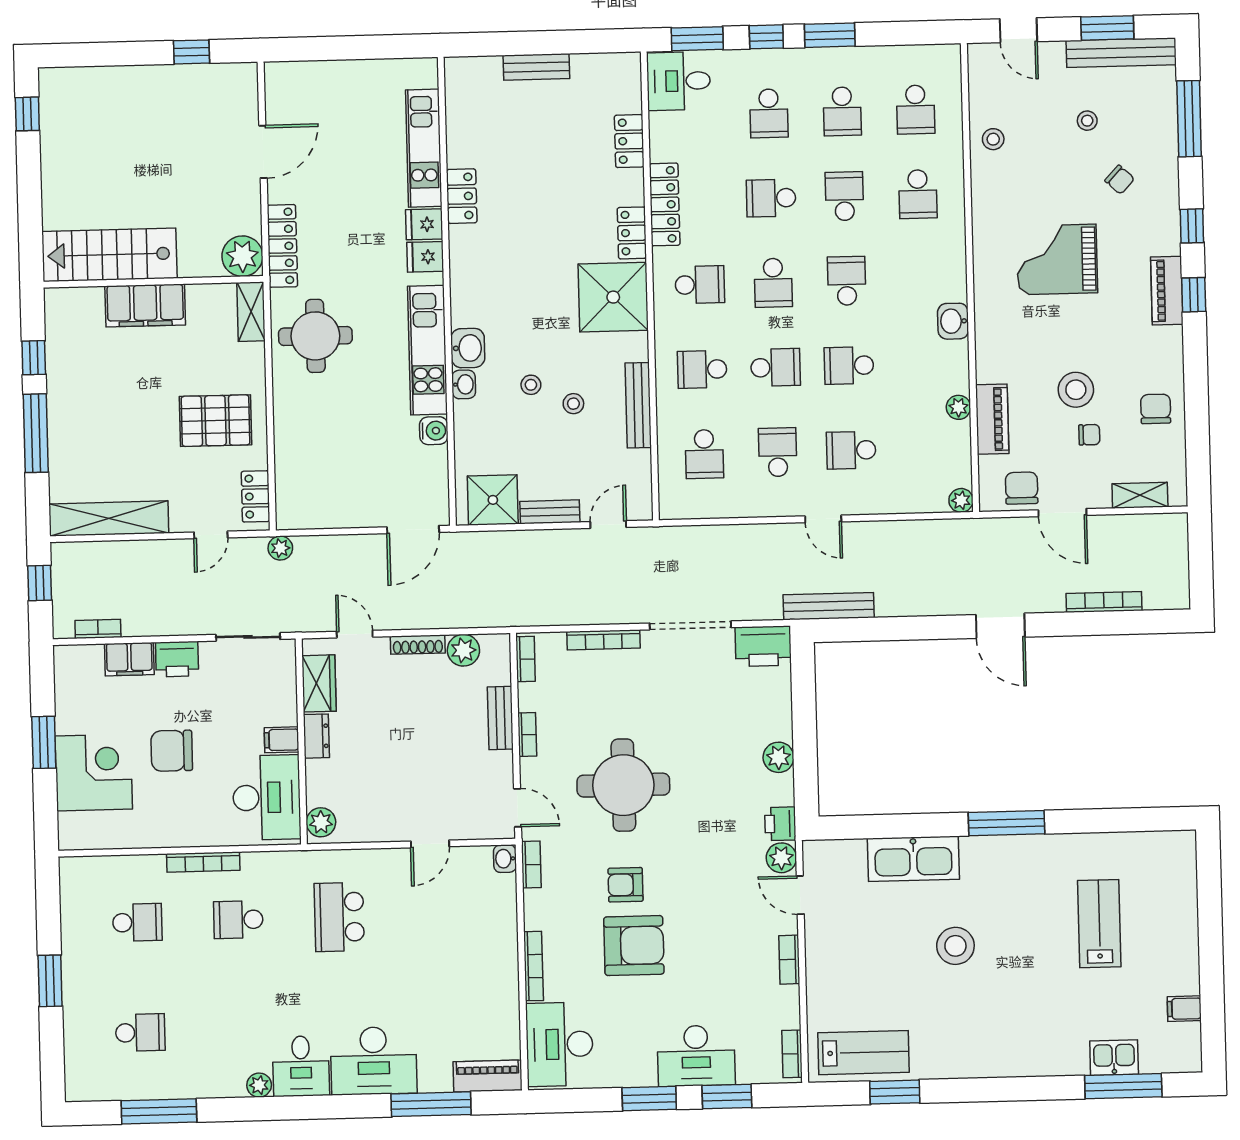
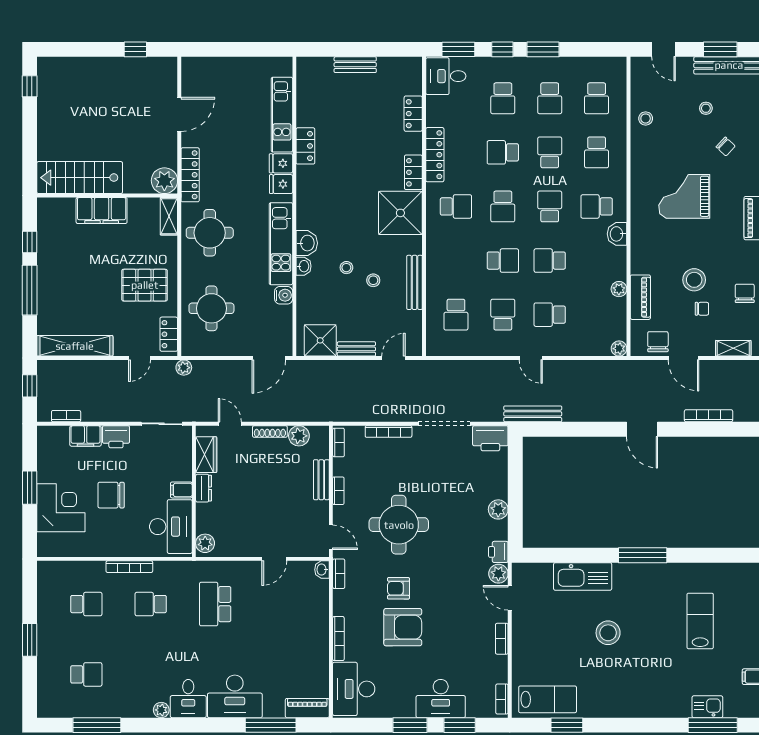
school desk: (702, 369) -> (597, 206), moved
round table: (321, 454) -> (211, 308), added

